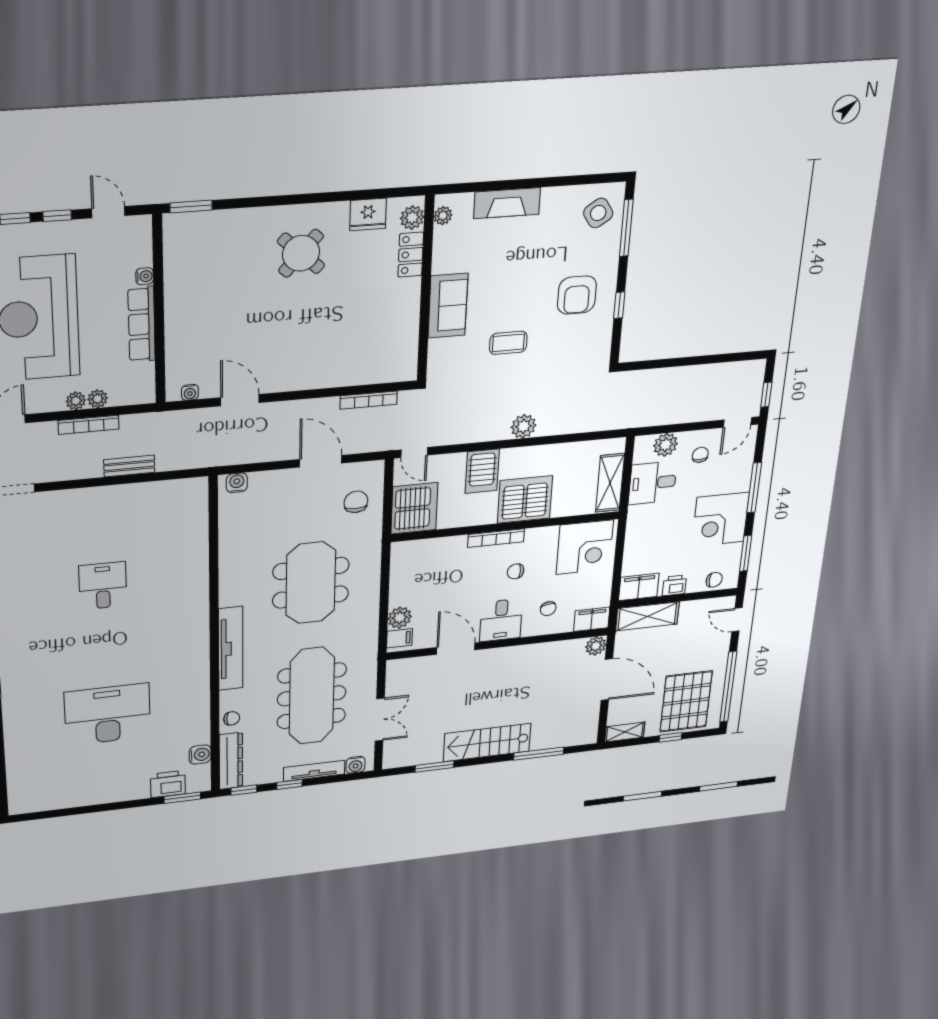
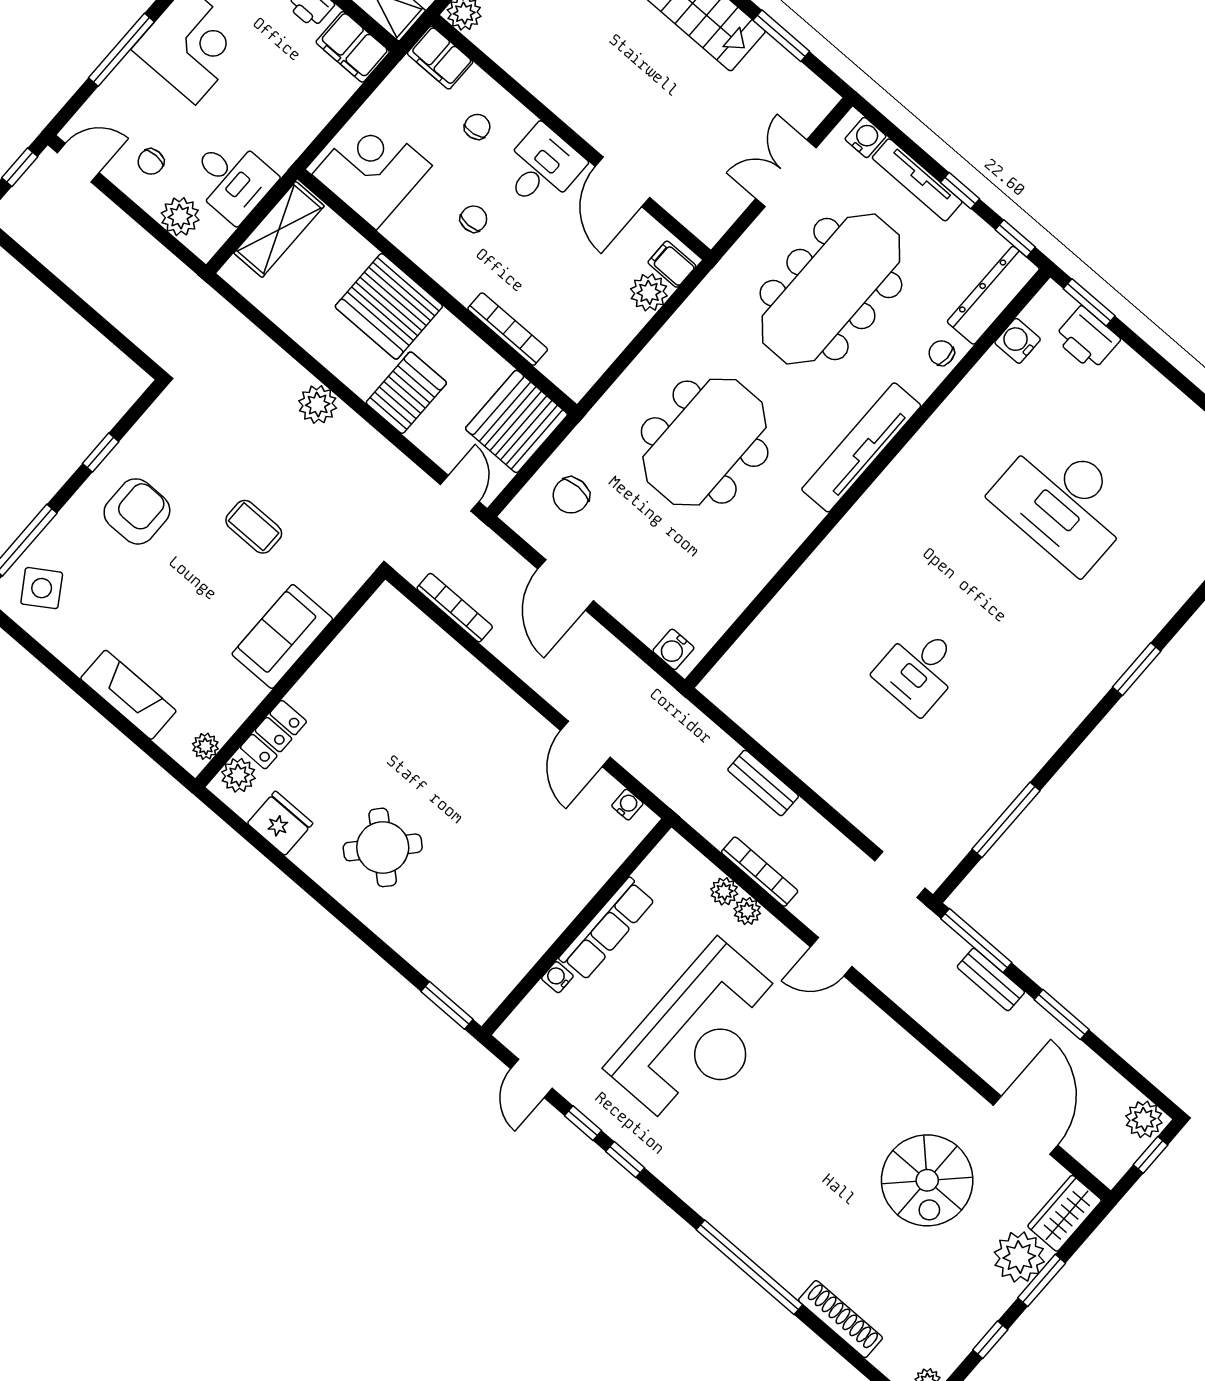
bookcase: (496, 538) -> (508, 329), moved
chair: (516, 571) -> (474, 219), turned -90

